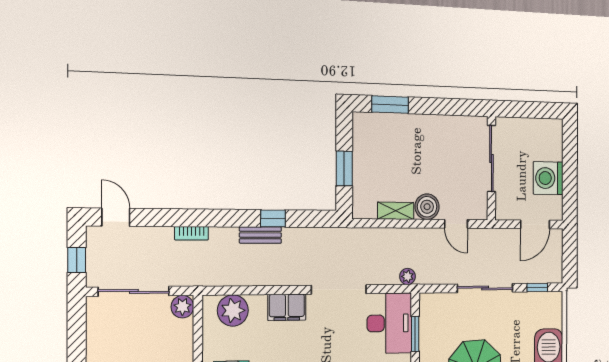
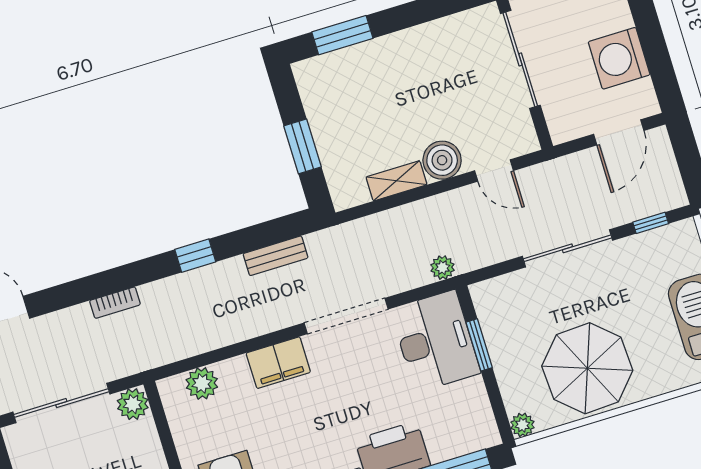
window: (273, 218) -> (195, 256), moved
bench: (260, 235) -> (276, 256), moved
plant: (233, 310) -> (202, 383), width x0.73, depth x0.73

